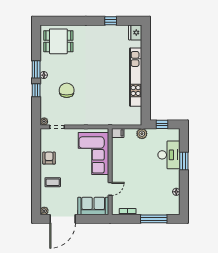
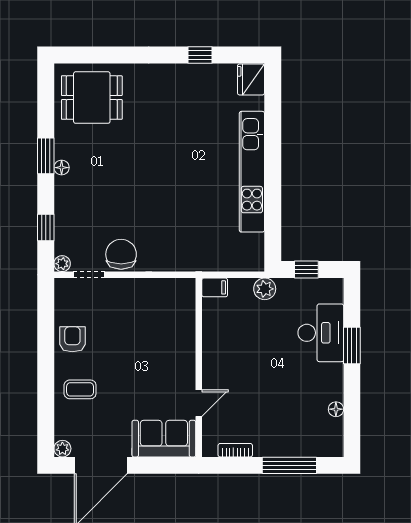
window: (36, 90) -> (46, 228), moved
chair: (67, 90) -> (121, 254), moved
corner sofa: (93, 153) -> (165, 330), removed

